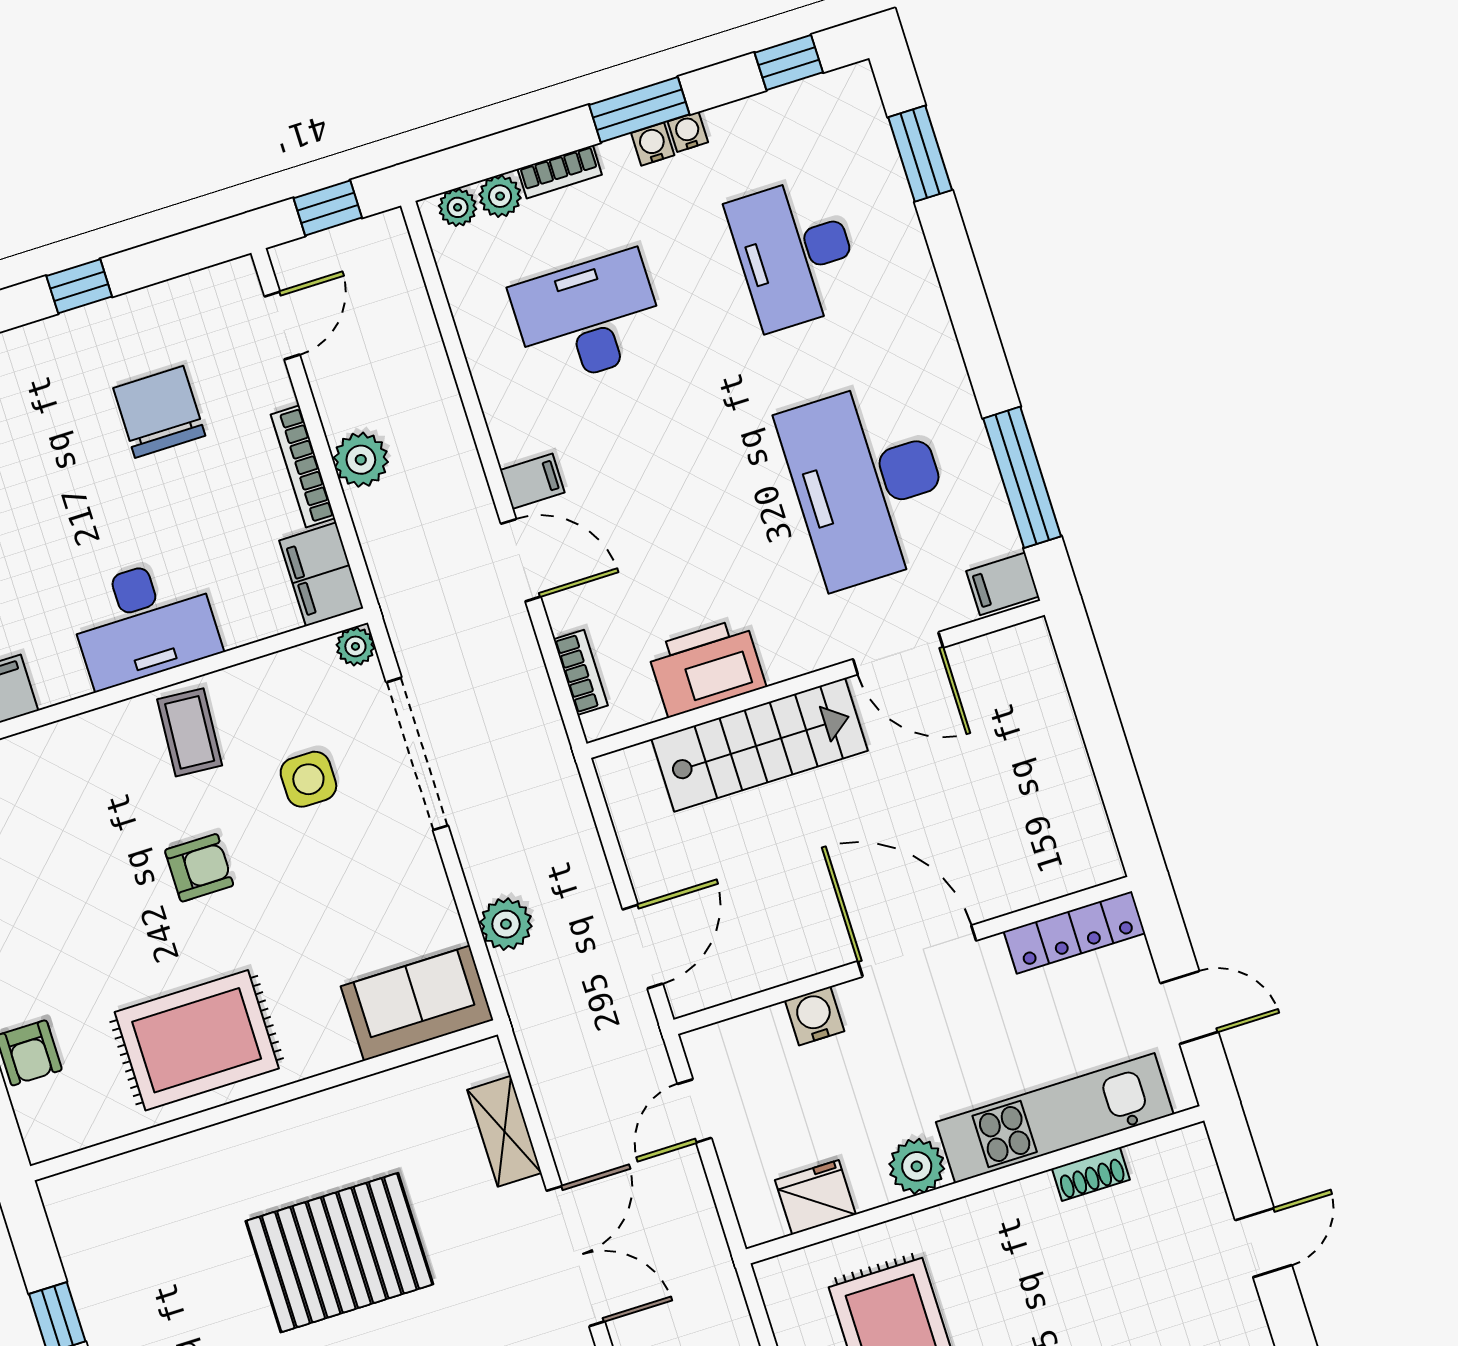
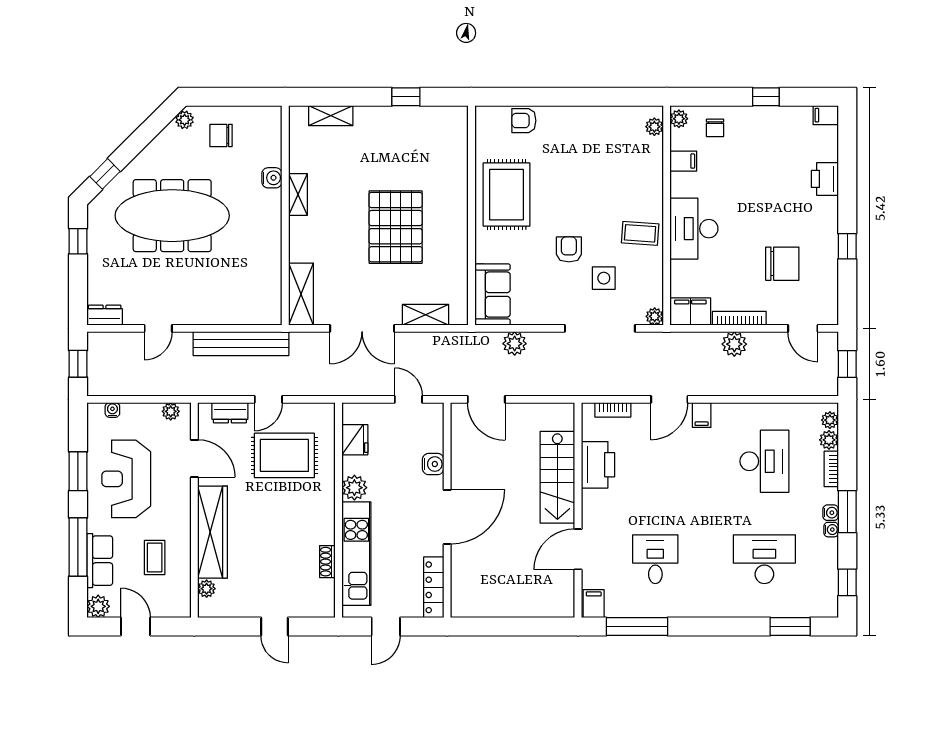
desk: (867, 483) -> (655, 559), width x0.53, depth x0.77
armchair: (199, 868) -> (569, 249), moved, turned 180

